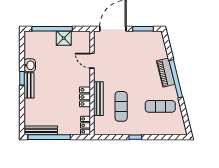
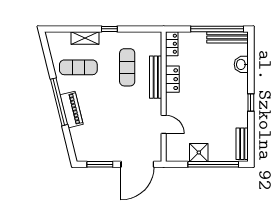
washbasin: (30, 65) -> (241, 64), moved
bench: (29, 85) -> (242, 144), moved
shelving: (155, 130) -> (85, 38), added

